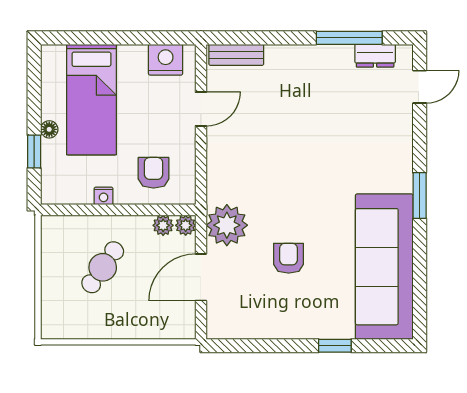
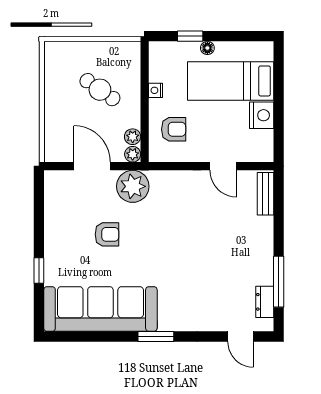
nightstand: (166, 60) -> (262, 115), moved

